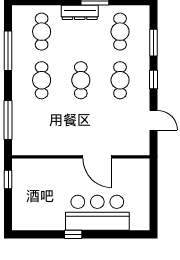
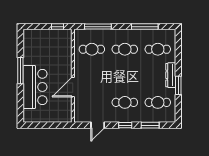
cafe table: (81, 80) -> (92, 49), moved
window: (73, 234) -> (20, 71), width x2.17

